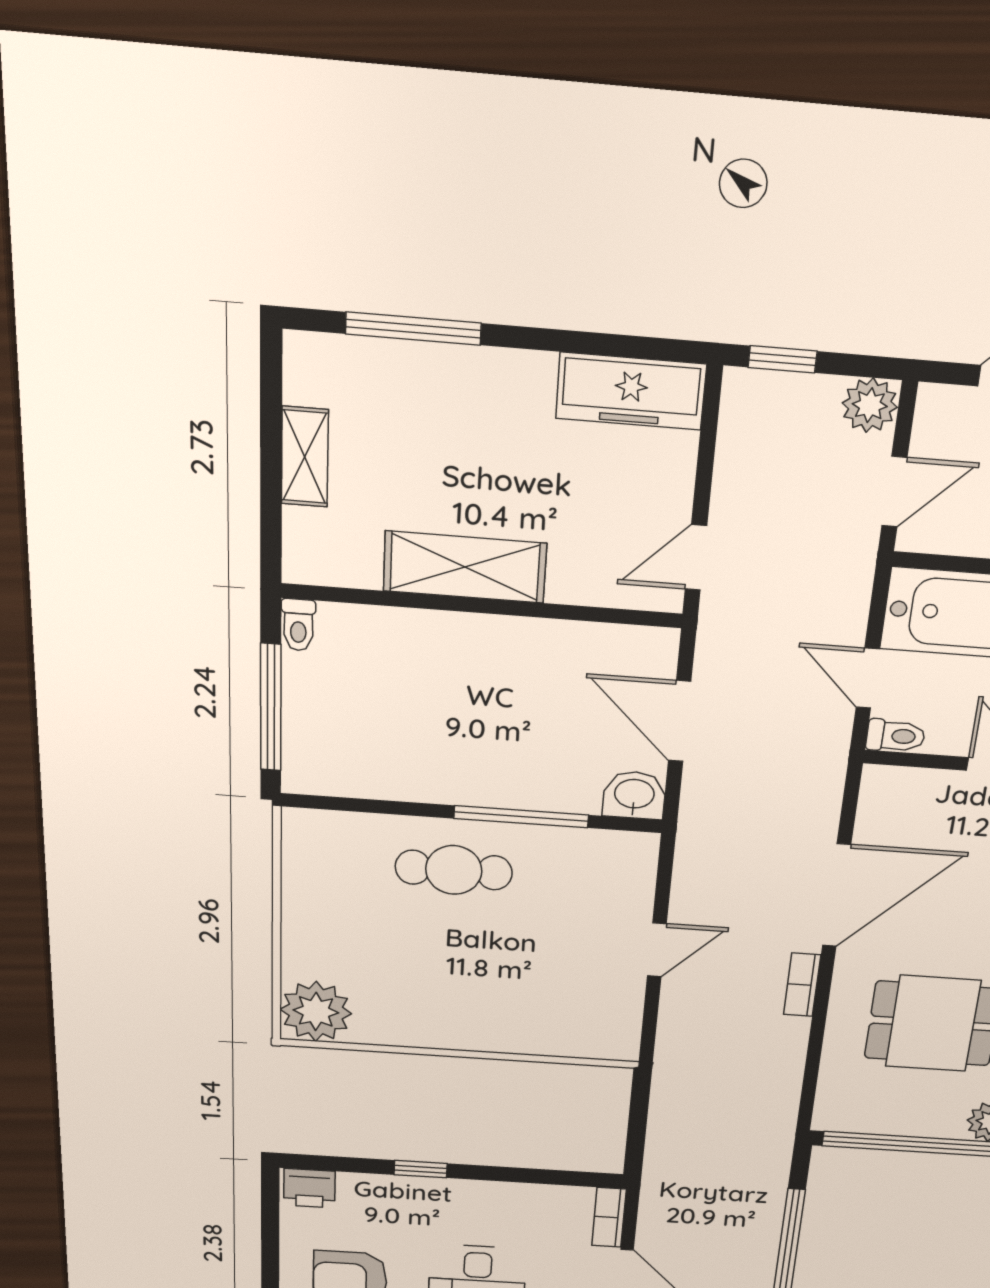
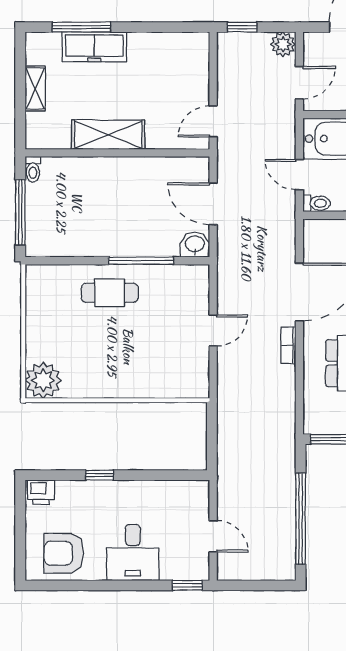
freezer: (631, 391) -> (94, 47), moved
bookcase: (609, 1217) -> (202, 500), removed

